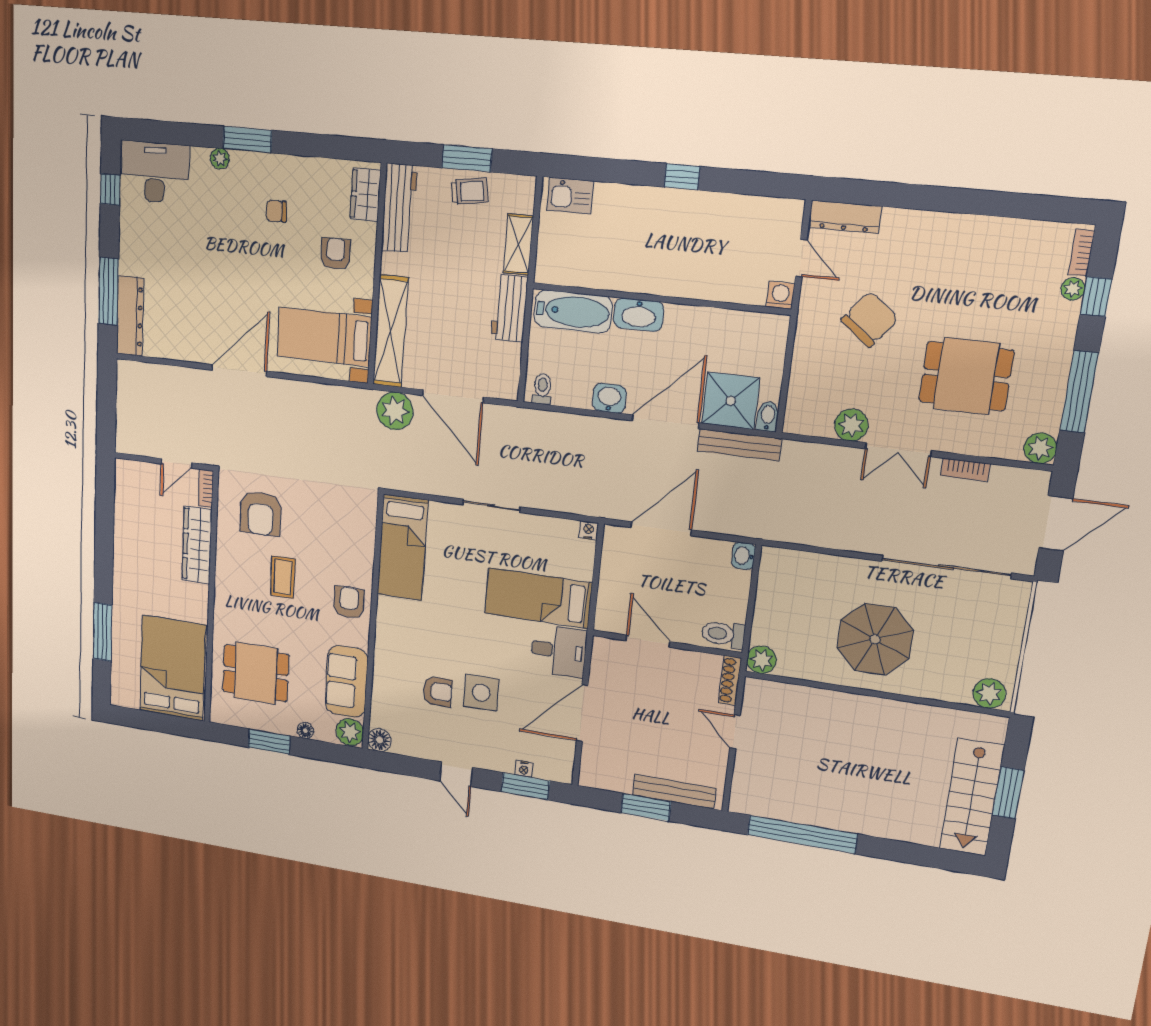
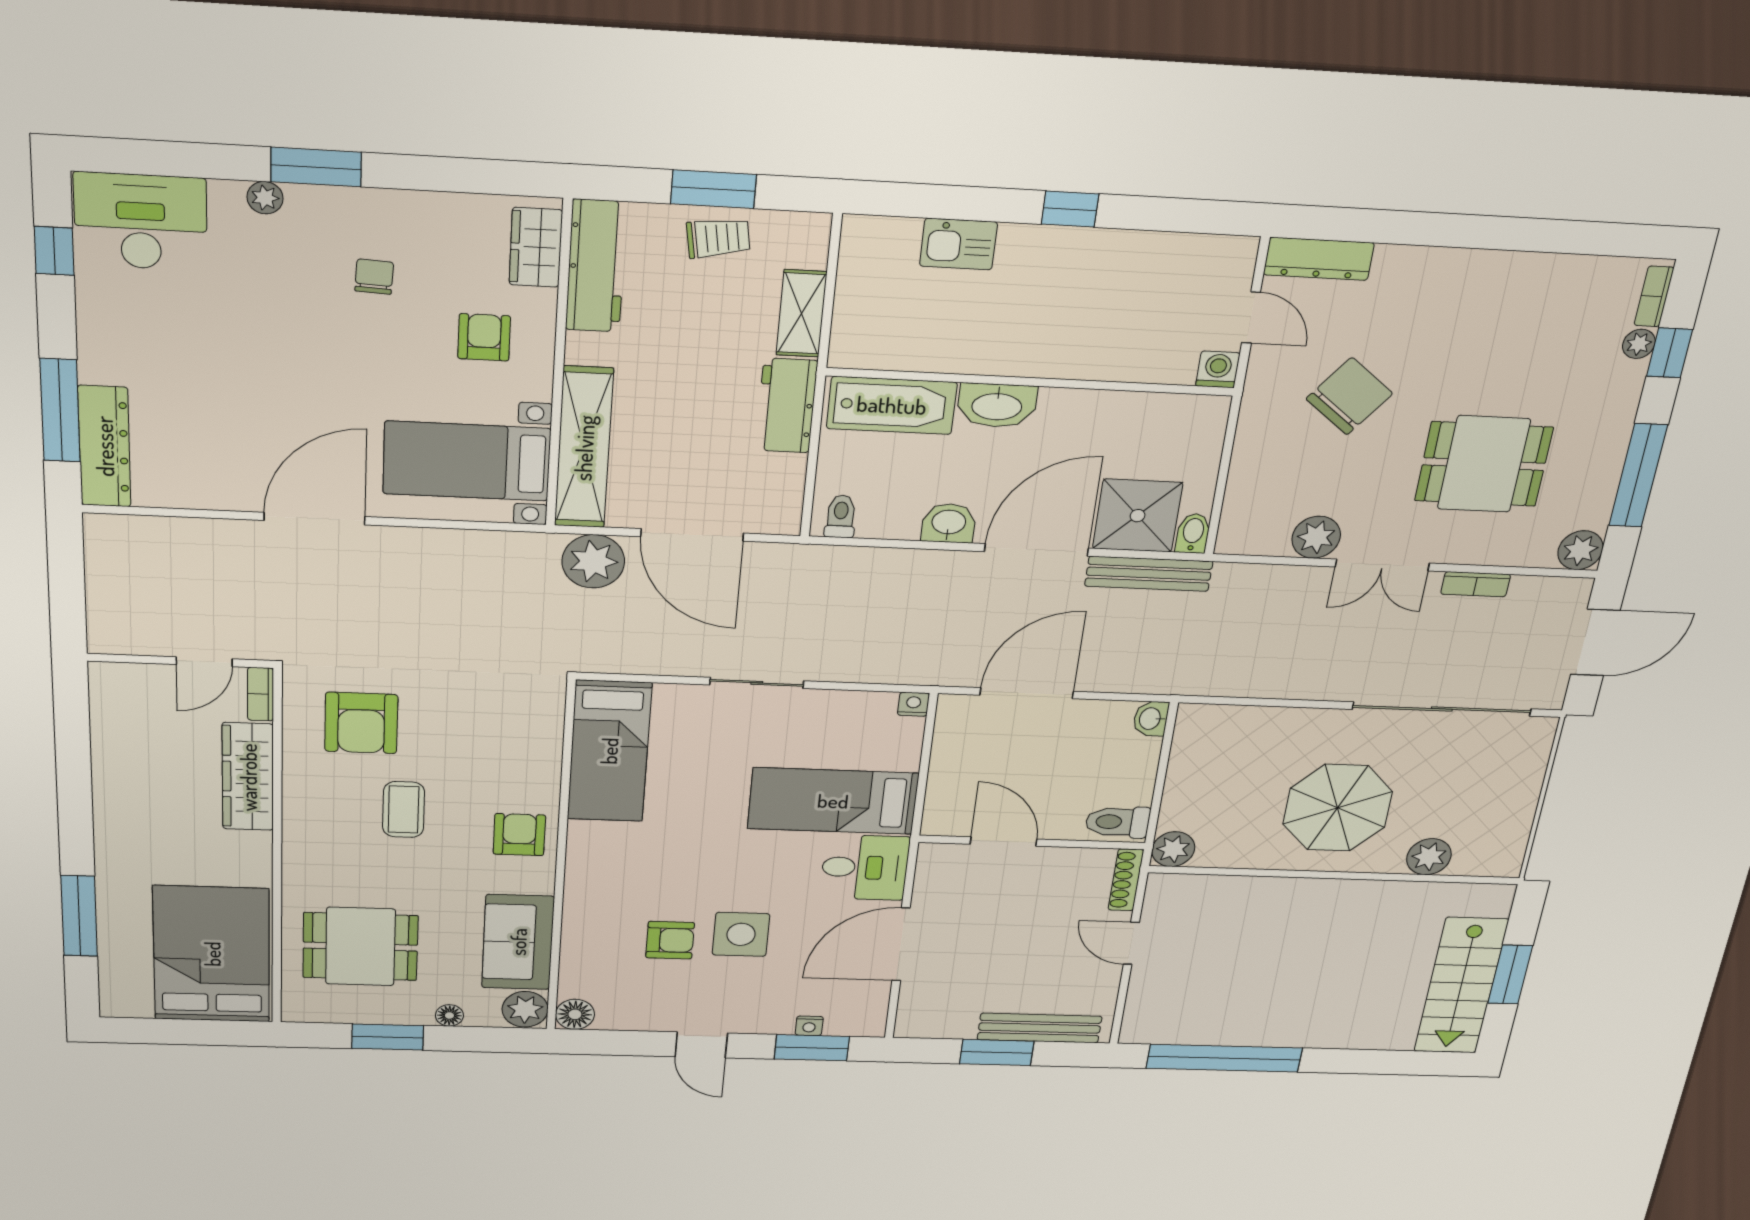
kitchen sink: (570, 196) -> (958, 244), moved
chair: (276, 211) -> (374, 277), turned 94
plant: (989, 693) -> (1429, 857), moved

